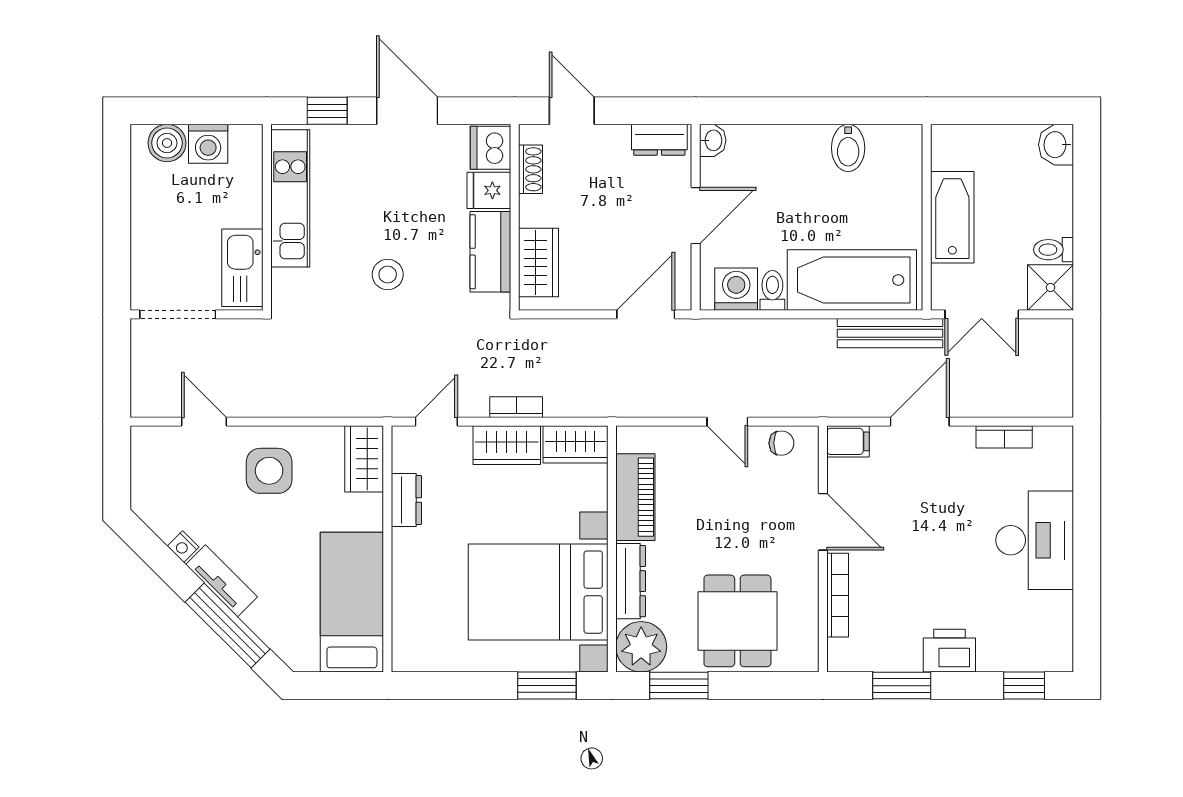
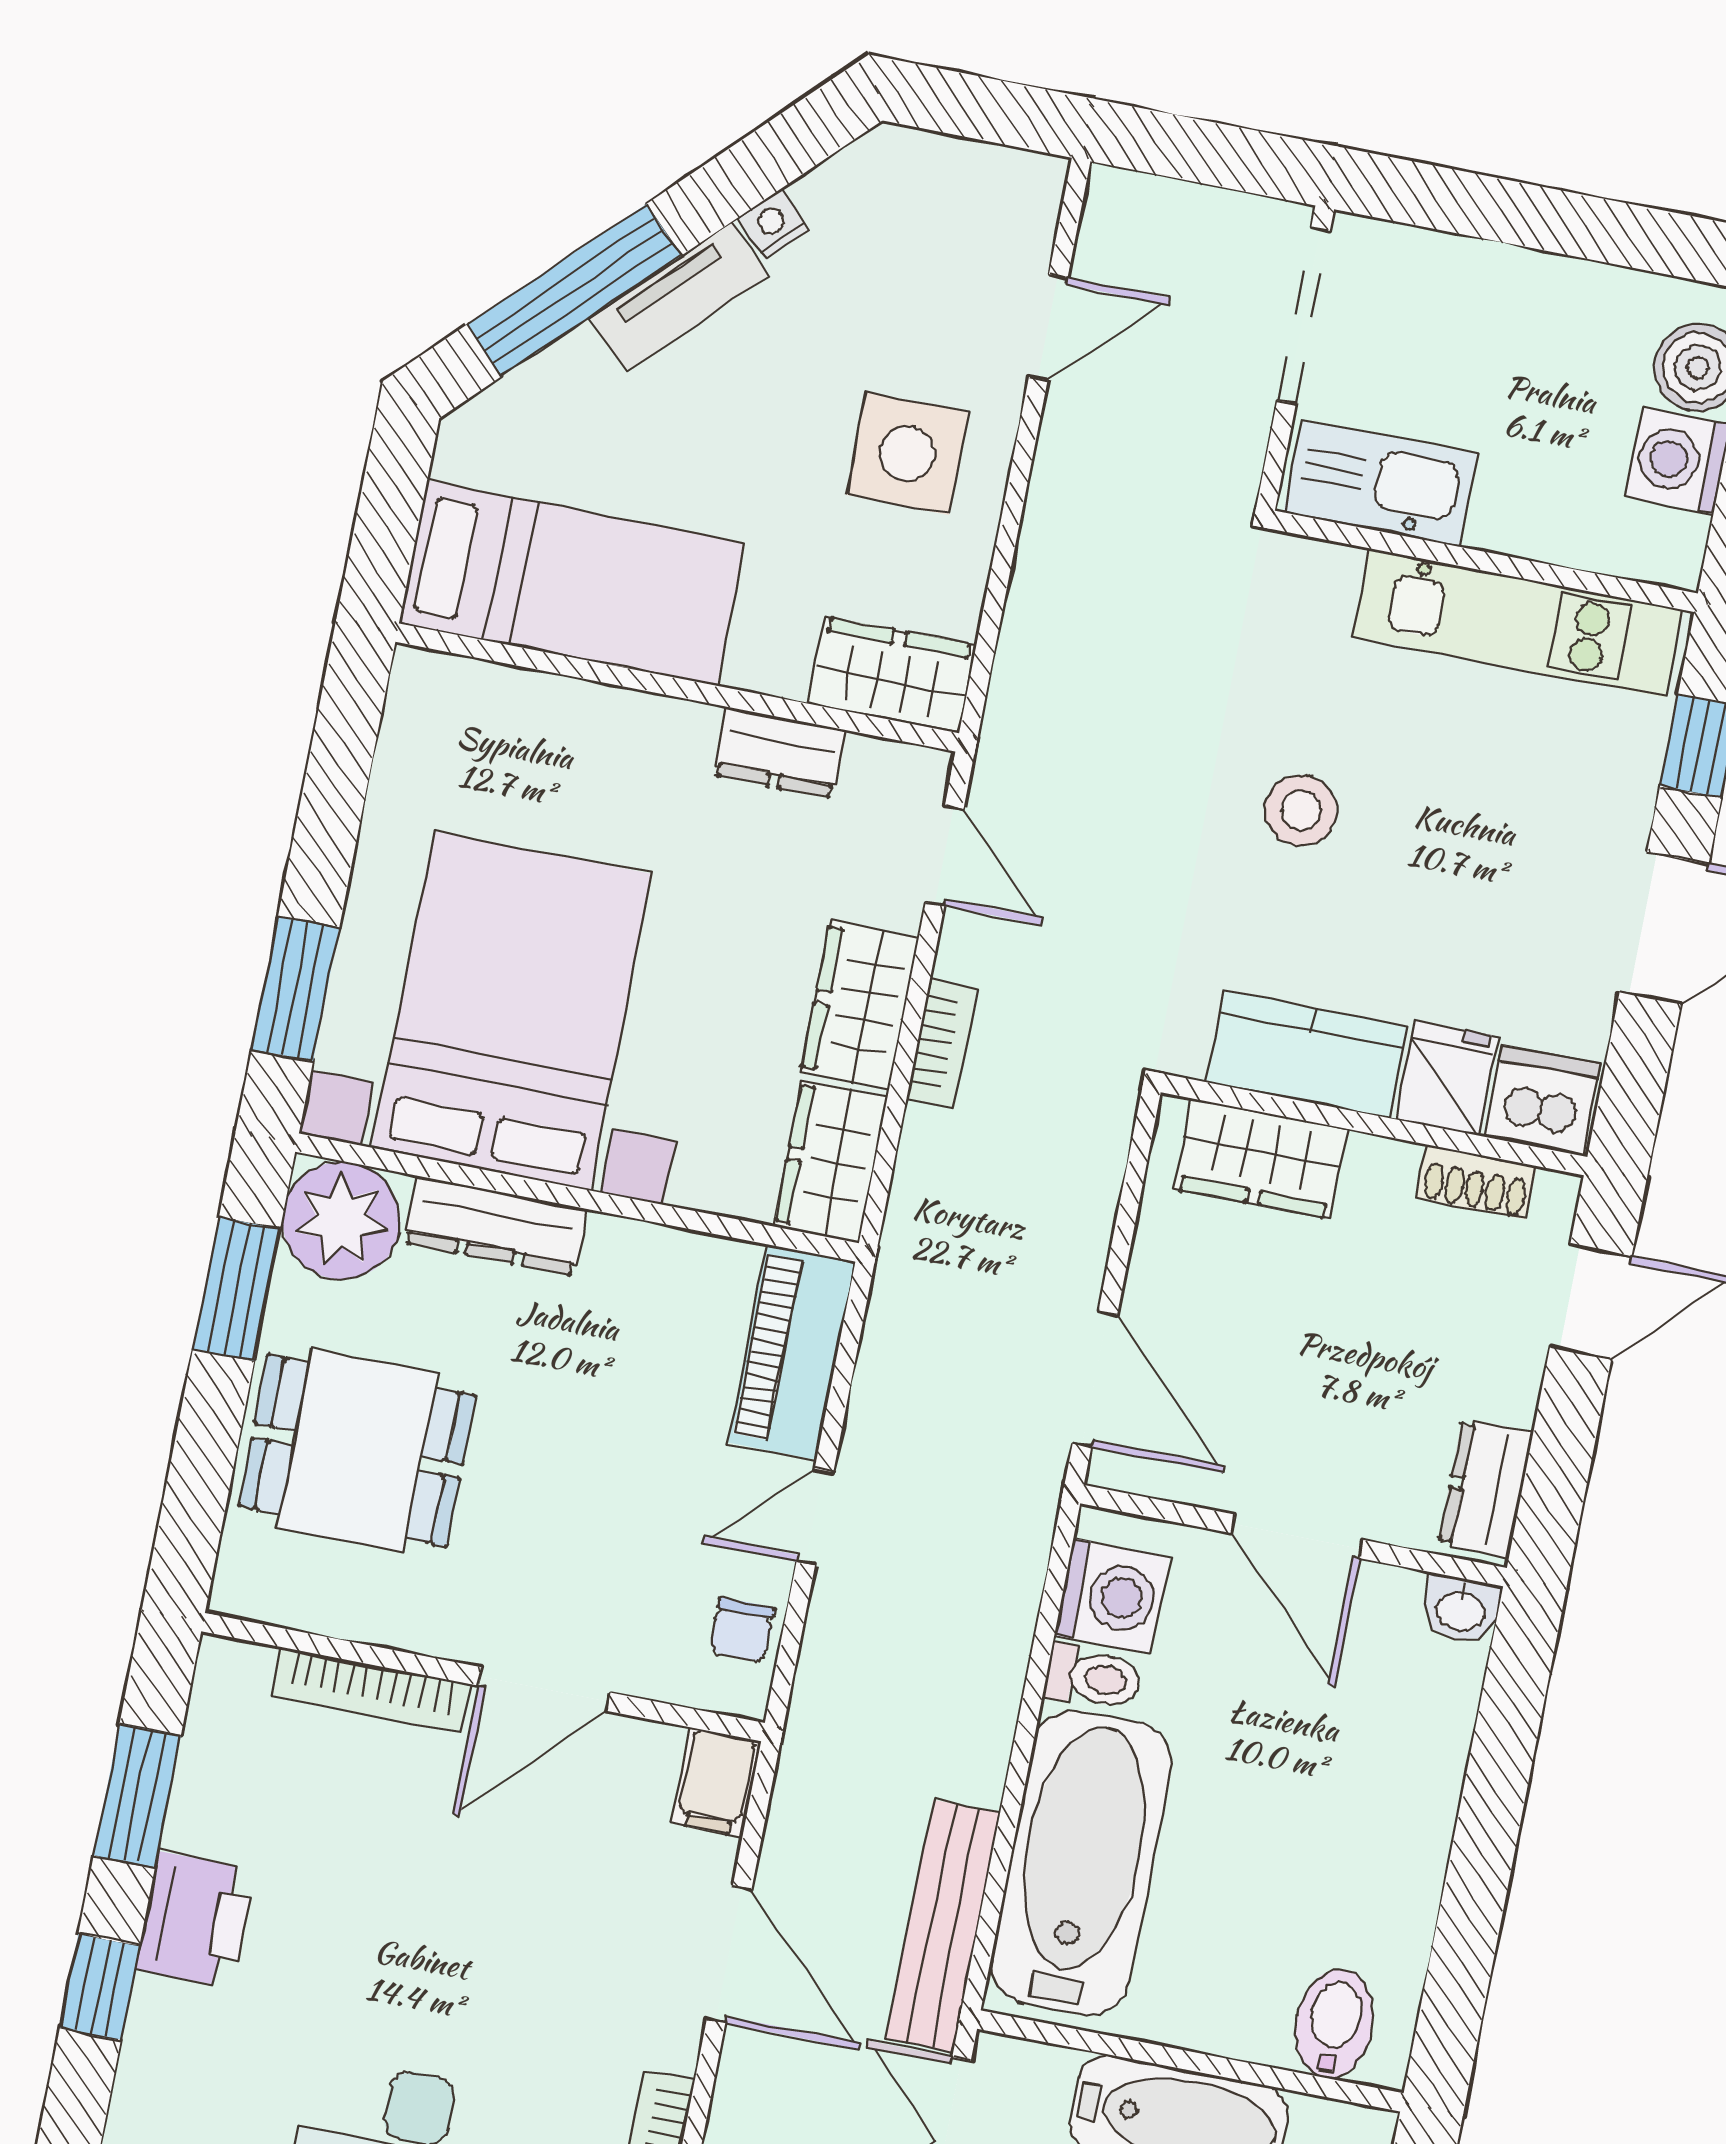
bidet: (848, 148) -> (1334, 2024), moved, turned 90
piano: (635, 497) -> (792, 1352), moved, turned 90
window: (1024, 686) -> (100, 1987), moved

